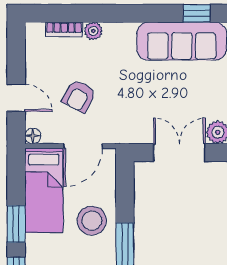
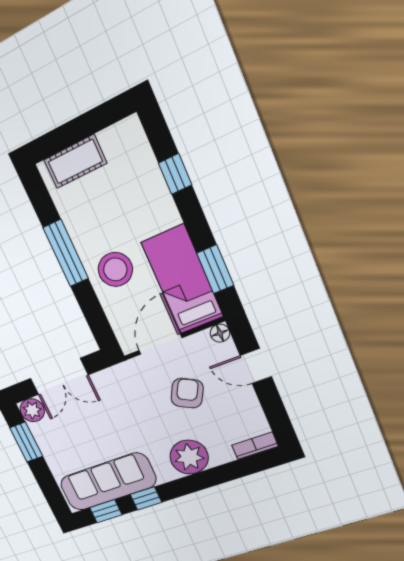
window: (155, 13) -> (146, 498), added
bookcase: (64, 29) -> (255, 446), moved
plant: (93, 31) -> (189, 457), width x1.88, depth x1.88
window: (16, 224) -> (215, 269), moved

